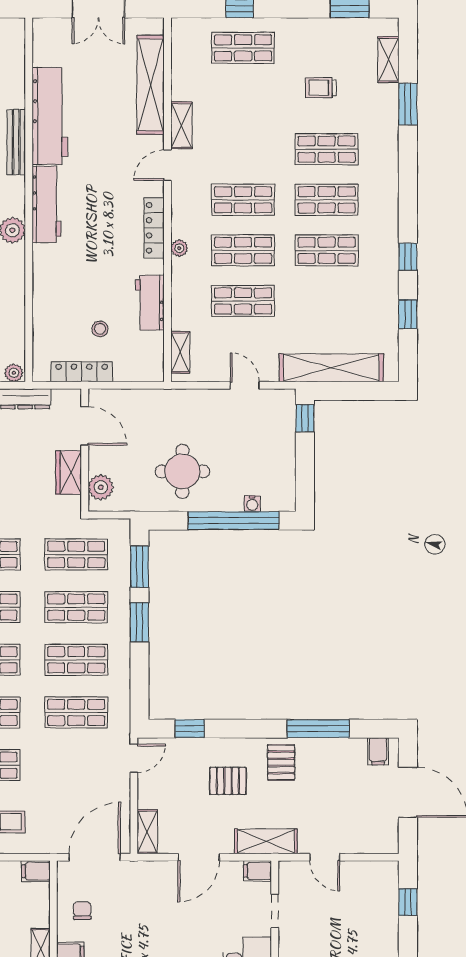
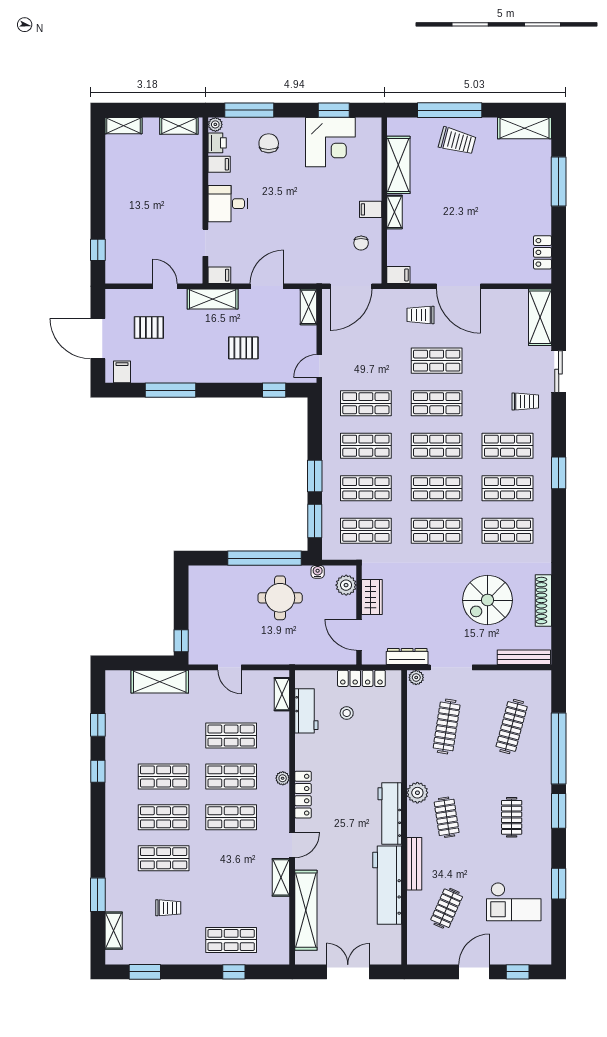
workbench: (150, 303) -> (306, 711), moved
shelving: (331, 368) -> (160, 682), width x0.68
water cooler: (252, 504) -> (318, 572), moved
window: (233, 521) -> (265, 558), moved
pallet: (281, 762) -> (149, 327), moved, turned 90

